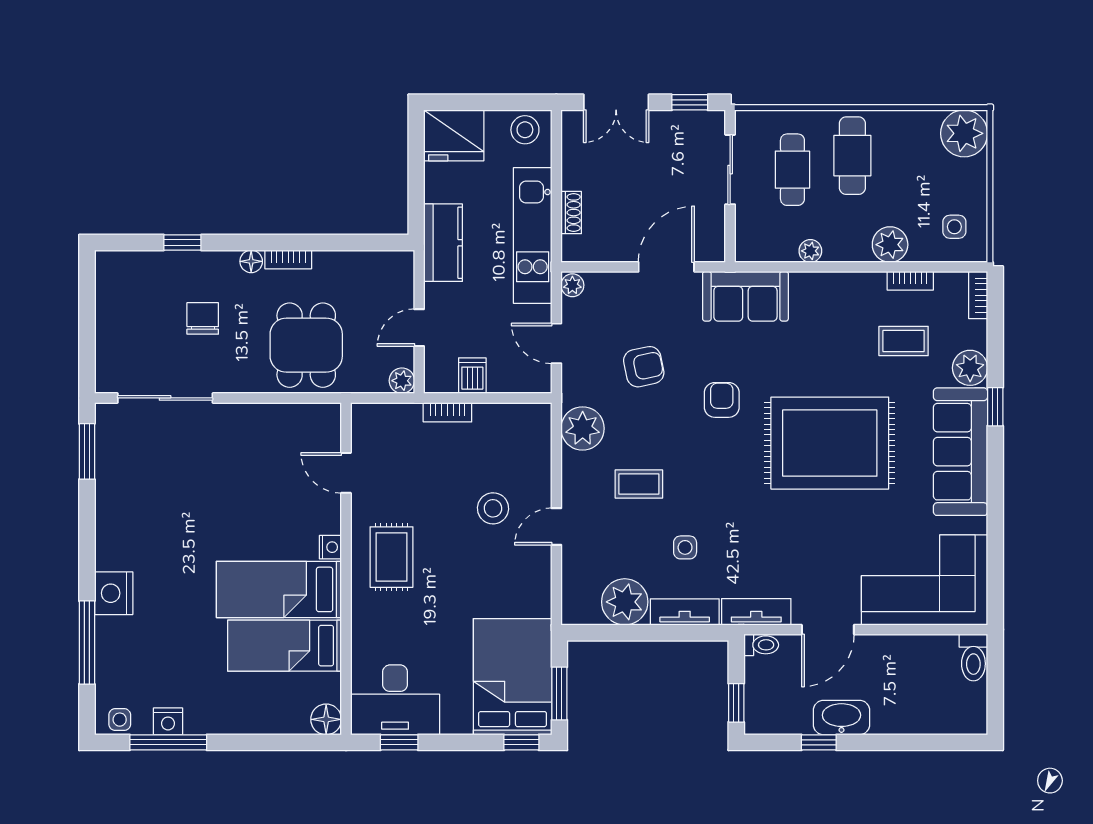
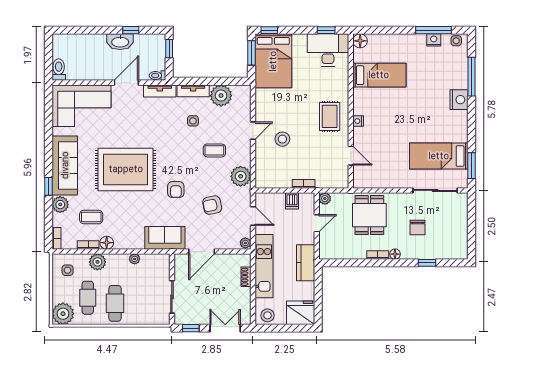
cafe table: (792, 170) -> (88, 298), moved
floor lamp: (870, 286) -> (107, 243), added
bed: (279, 589) -> (439, 156), moved, turned 180

